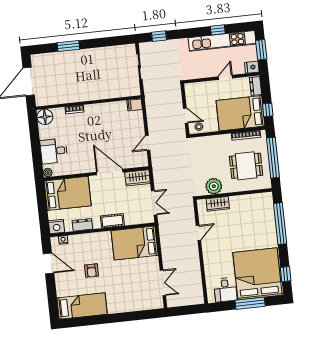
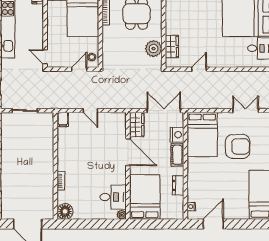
door: (225, 77) -> (45, 57), moved
door: (148, 143) -> (90, 111), moved
desk: (54, 151) -> (113, 197), moved, turned -90
door: (110, 172) -> (128, 152), swing flipped
double door: (154, 203) -> (164, 111), width x1.37
nightstand: (56, 226) -> (177, 135), moved
door: (198, 233) -> (199, 69), hinge flipped
armchair: (91, 271) -> (238, 146), moved, width x1.88, depth x1.88

